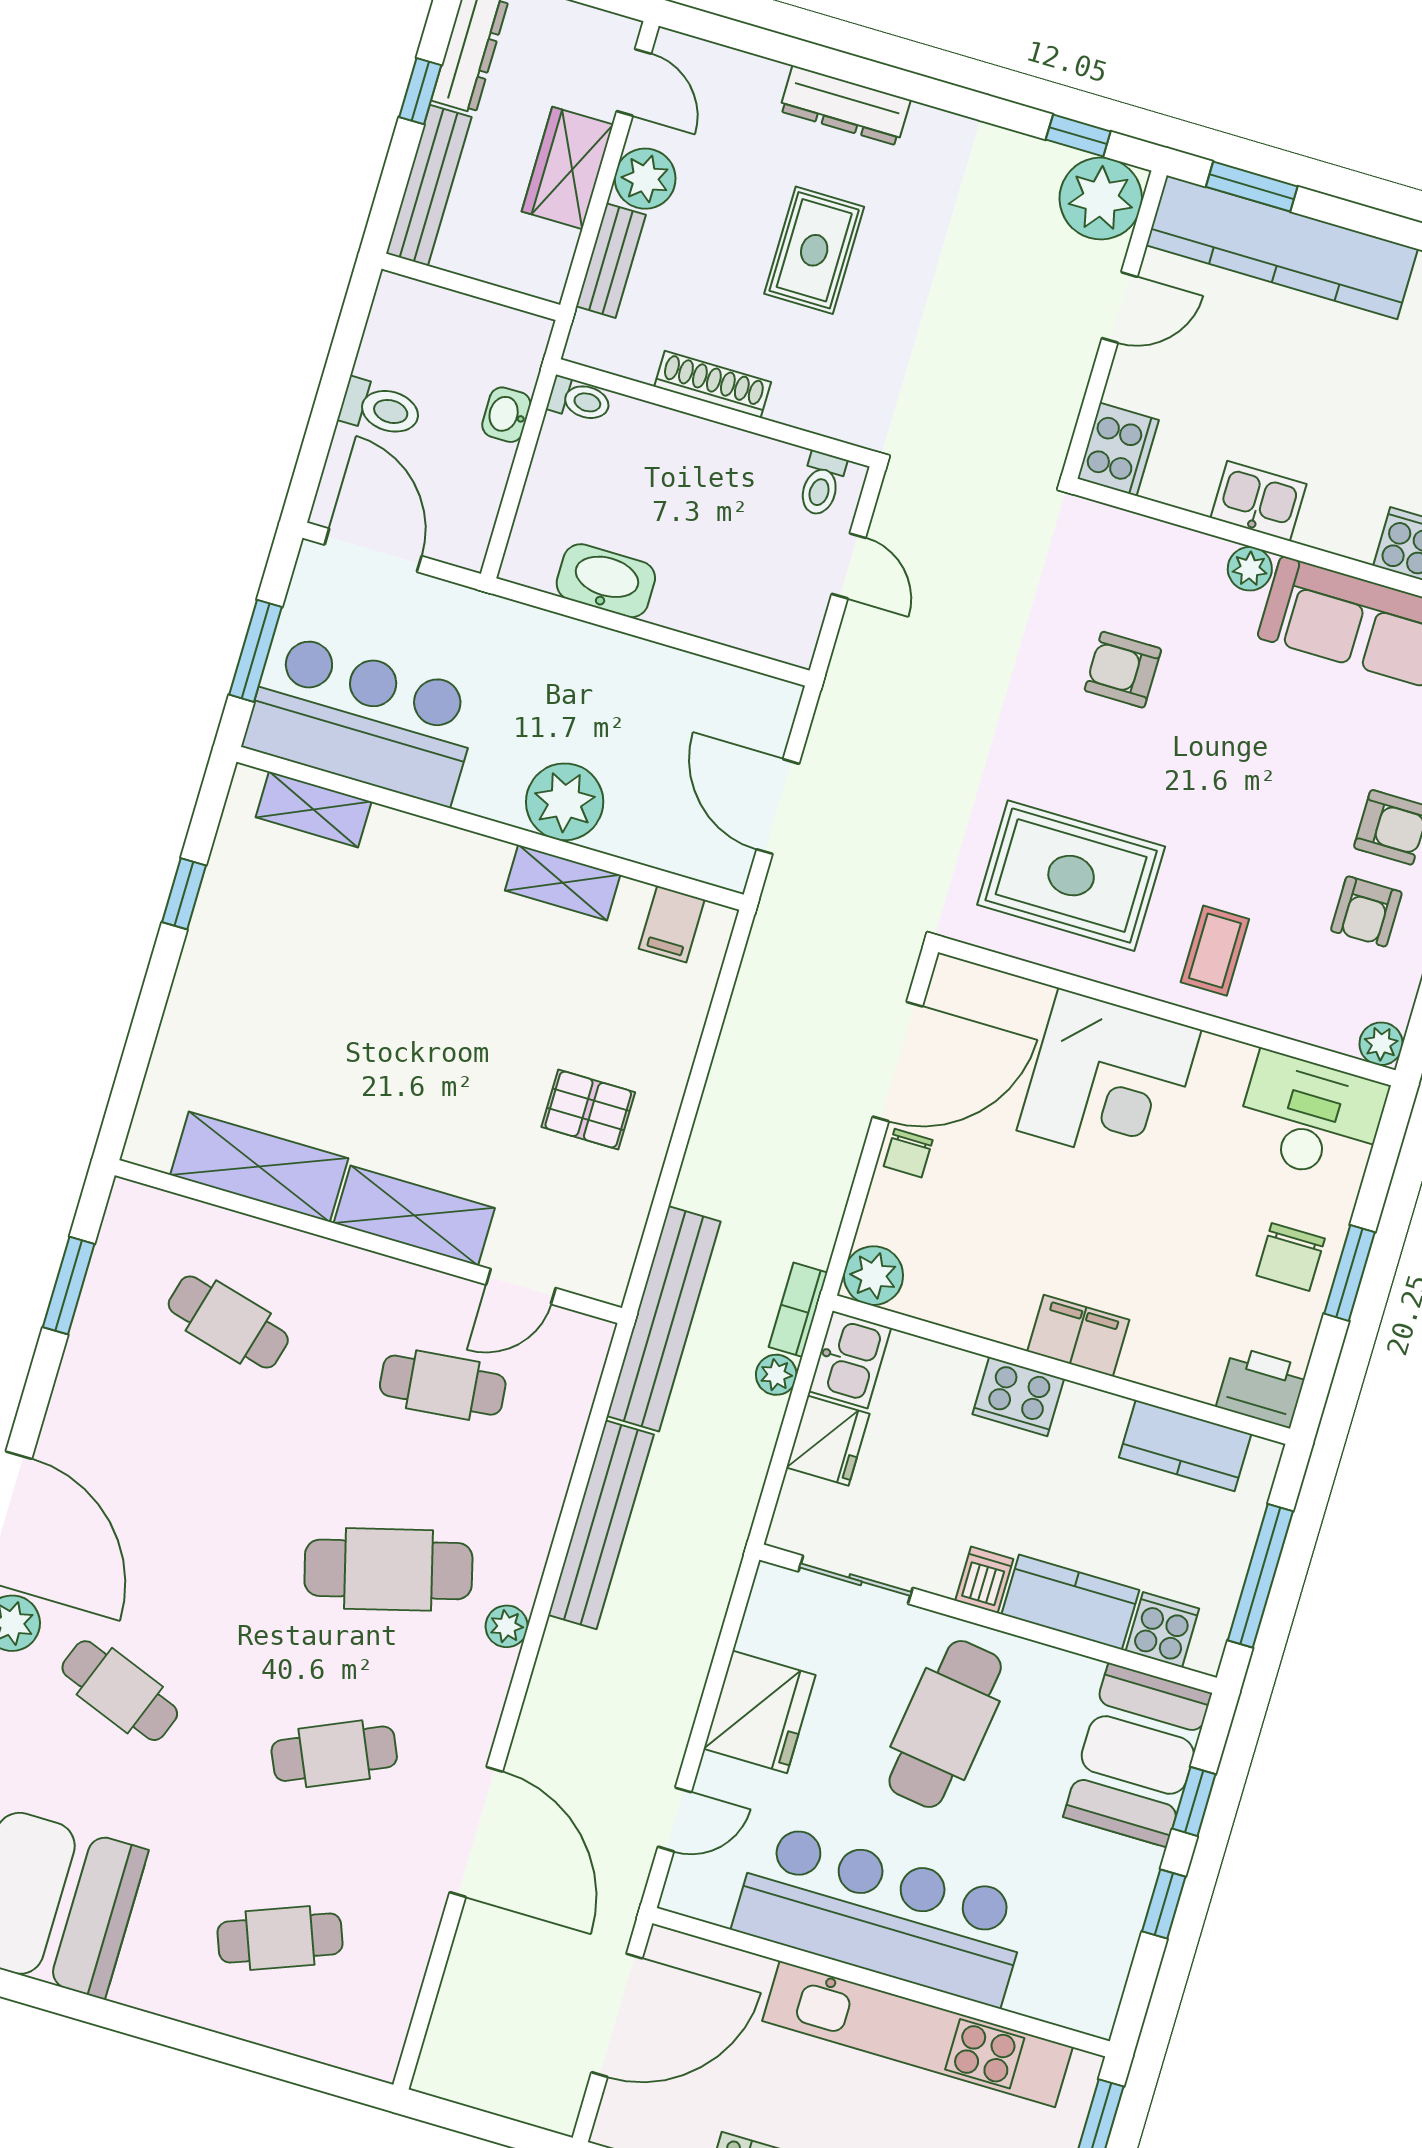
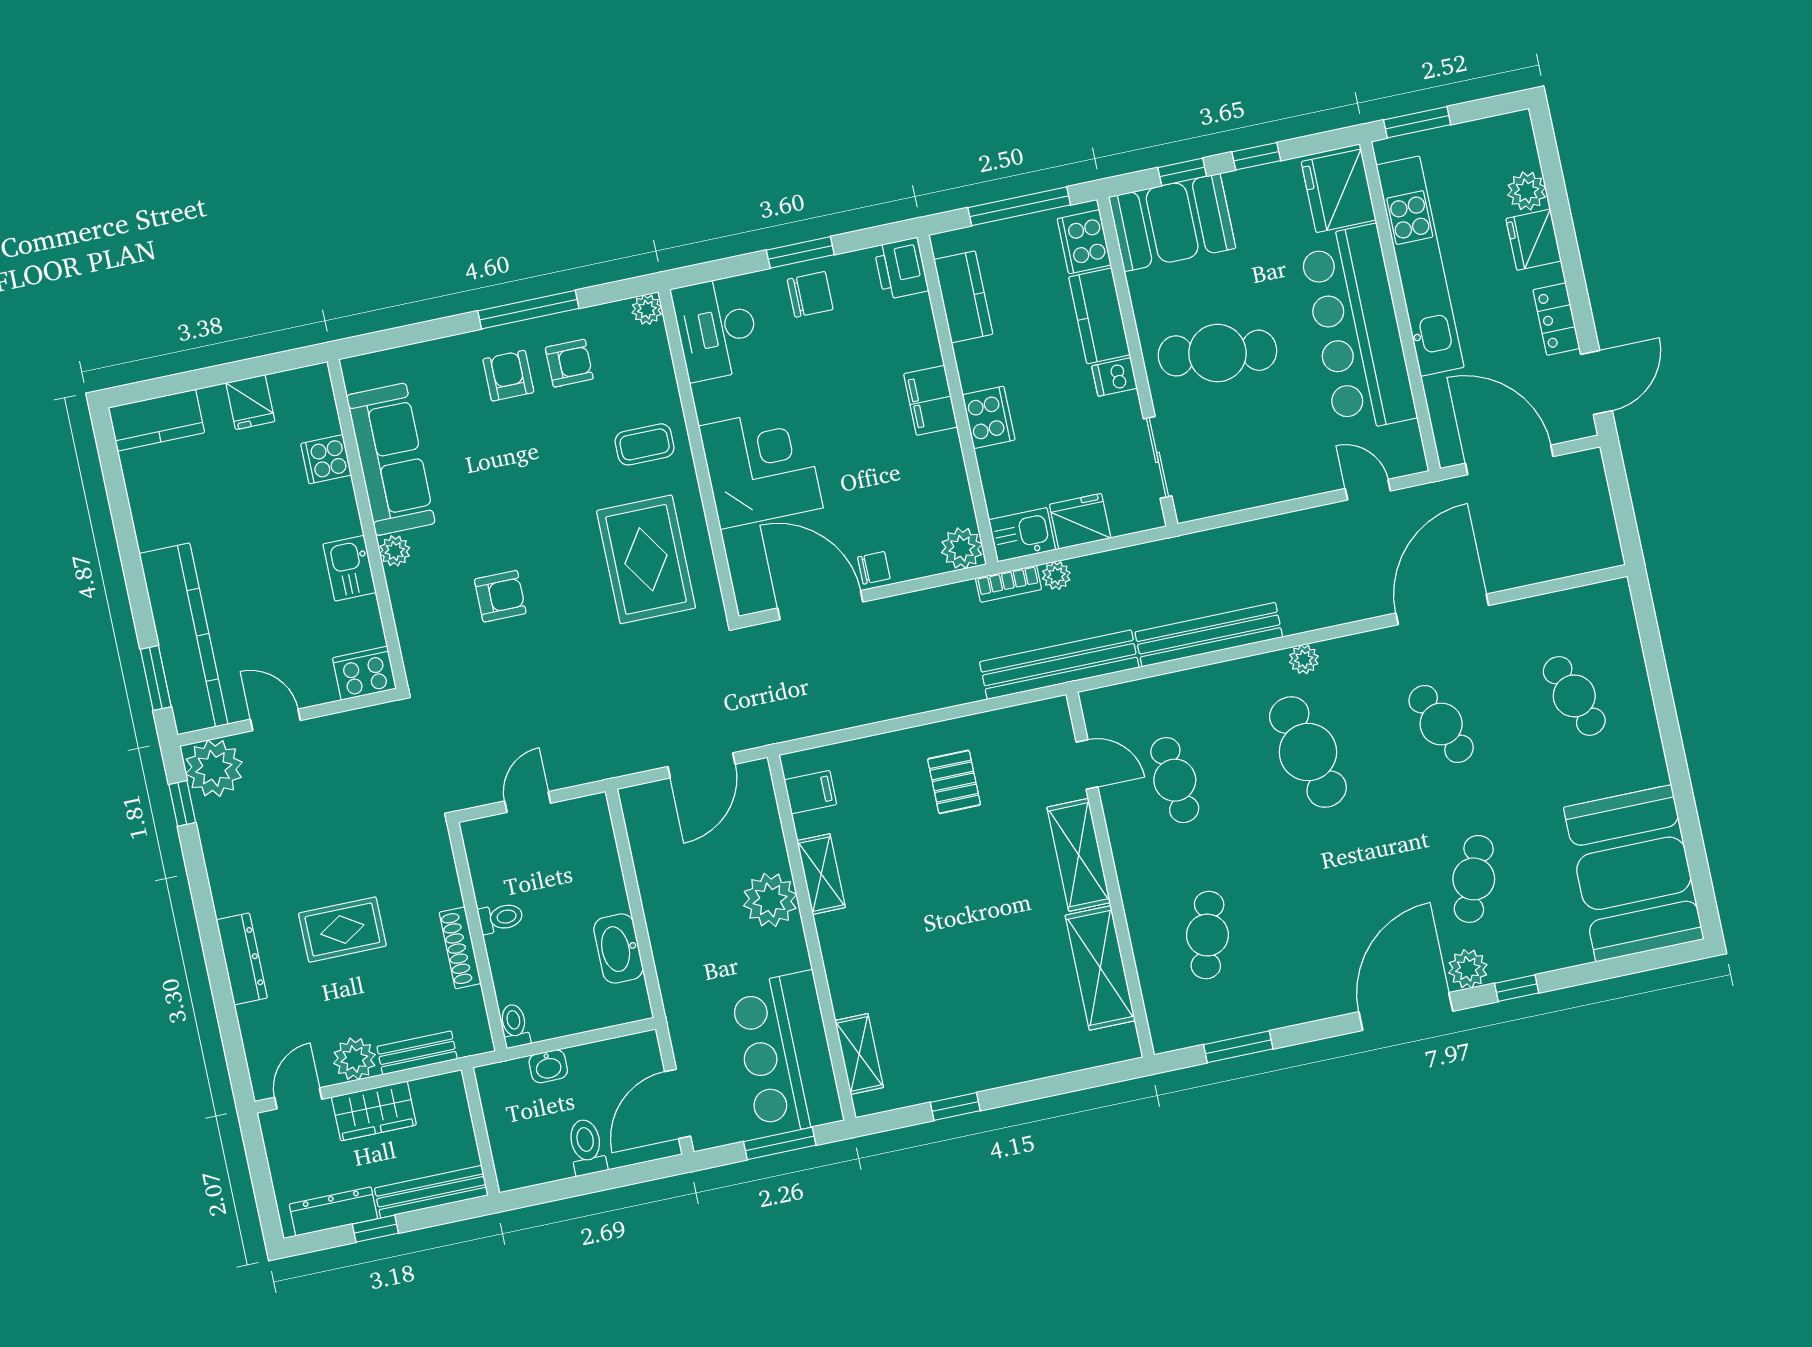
toilet: (821, 484) -> (501, 918), moved
armchair: (1123, 670) -> (500, 596), turned -90
cooker: (1162, 1630) -> (1084, 242), width x1.36
fridge: (760, 1712) -> (1339, 191), moved, turned -90

